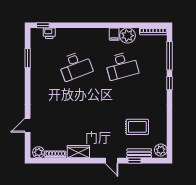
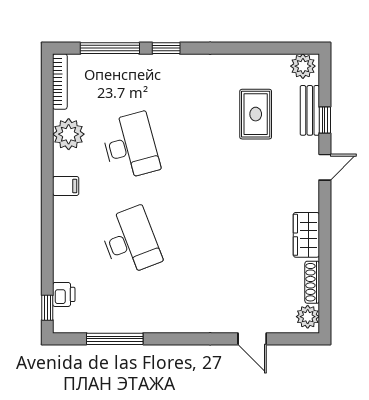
filing cabinet: (114, 34) -> (66, 186), moved
window: (28, 58) -> (115, 339), width x1.44

